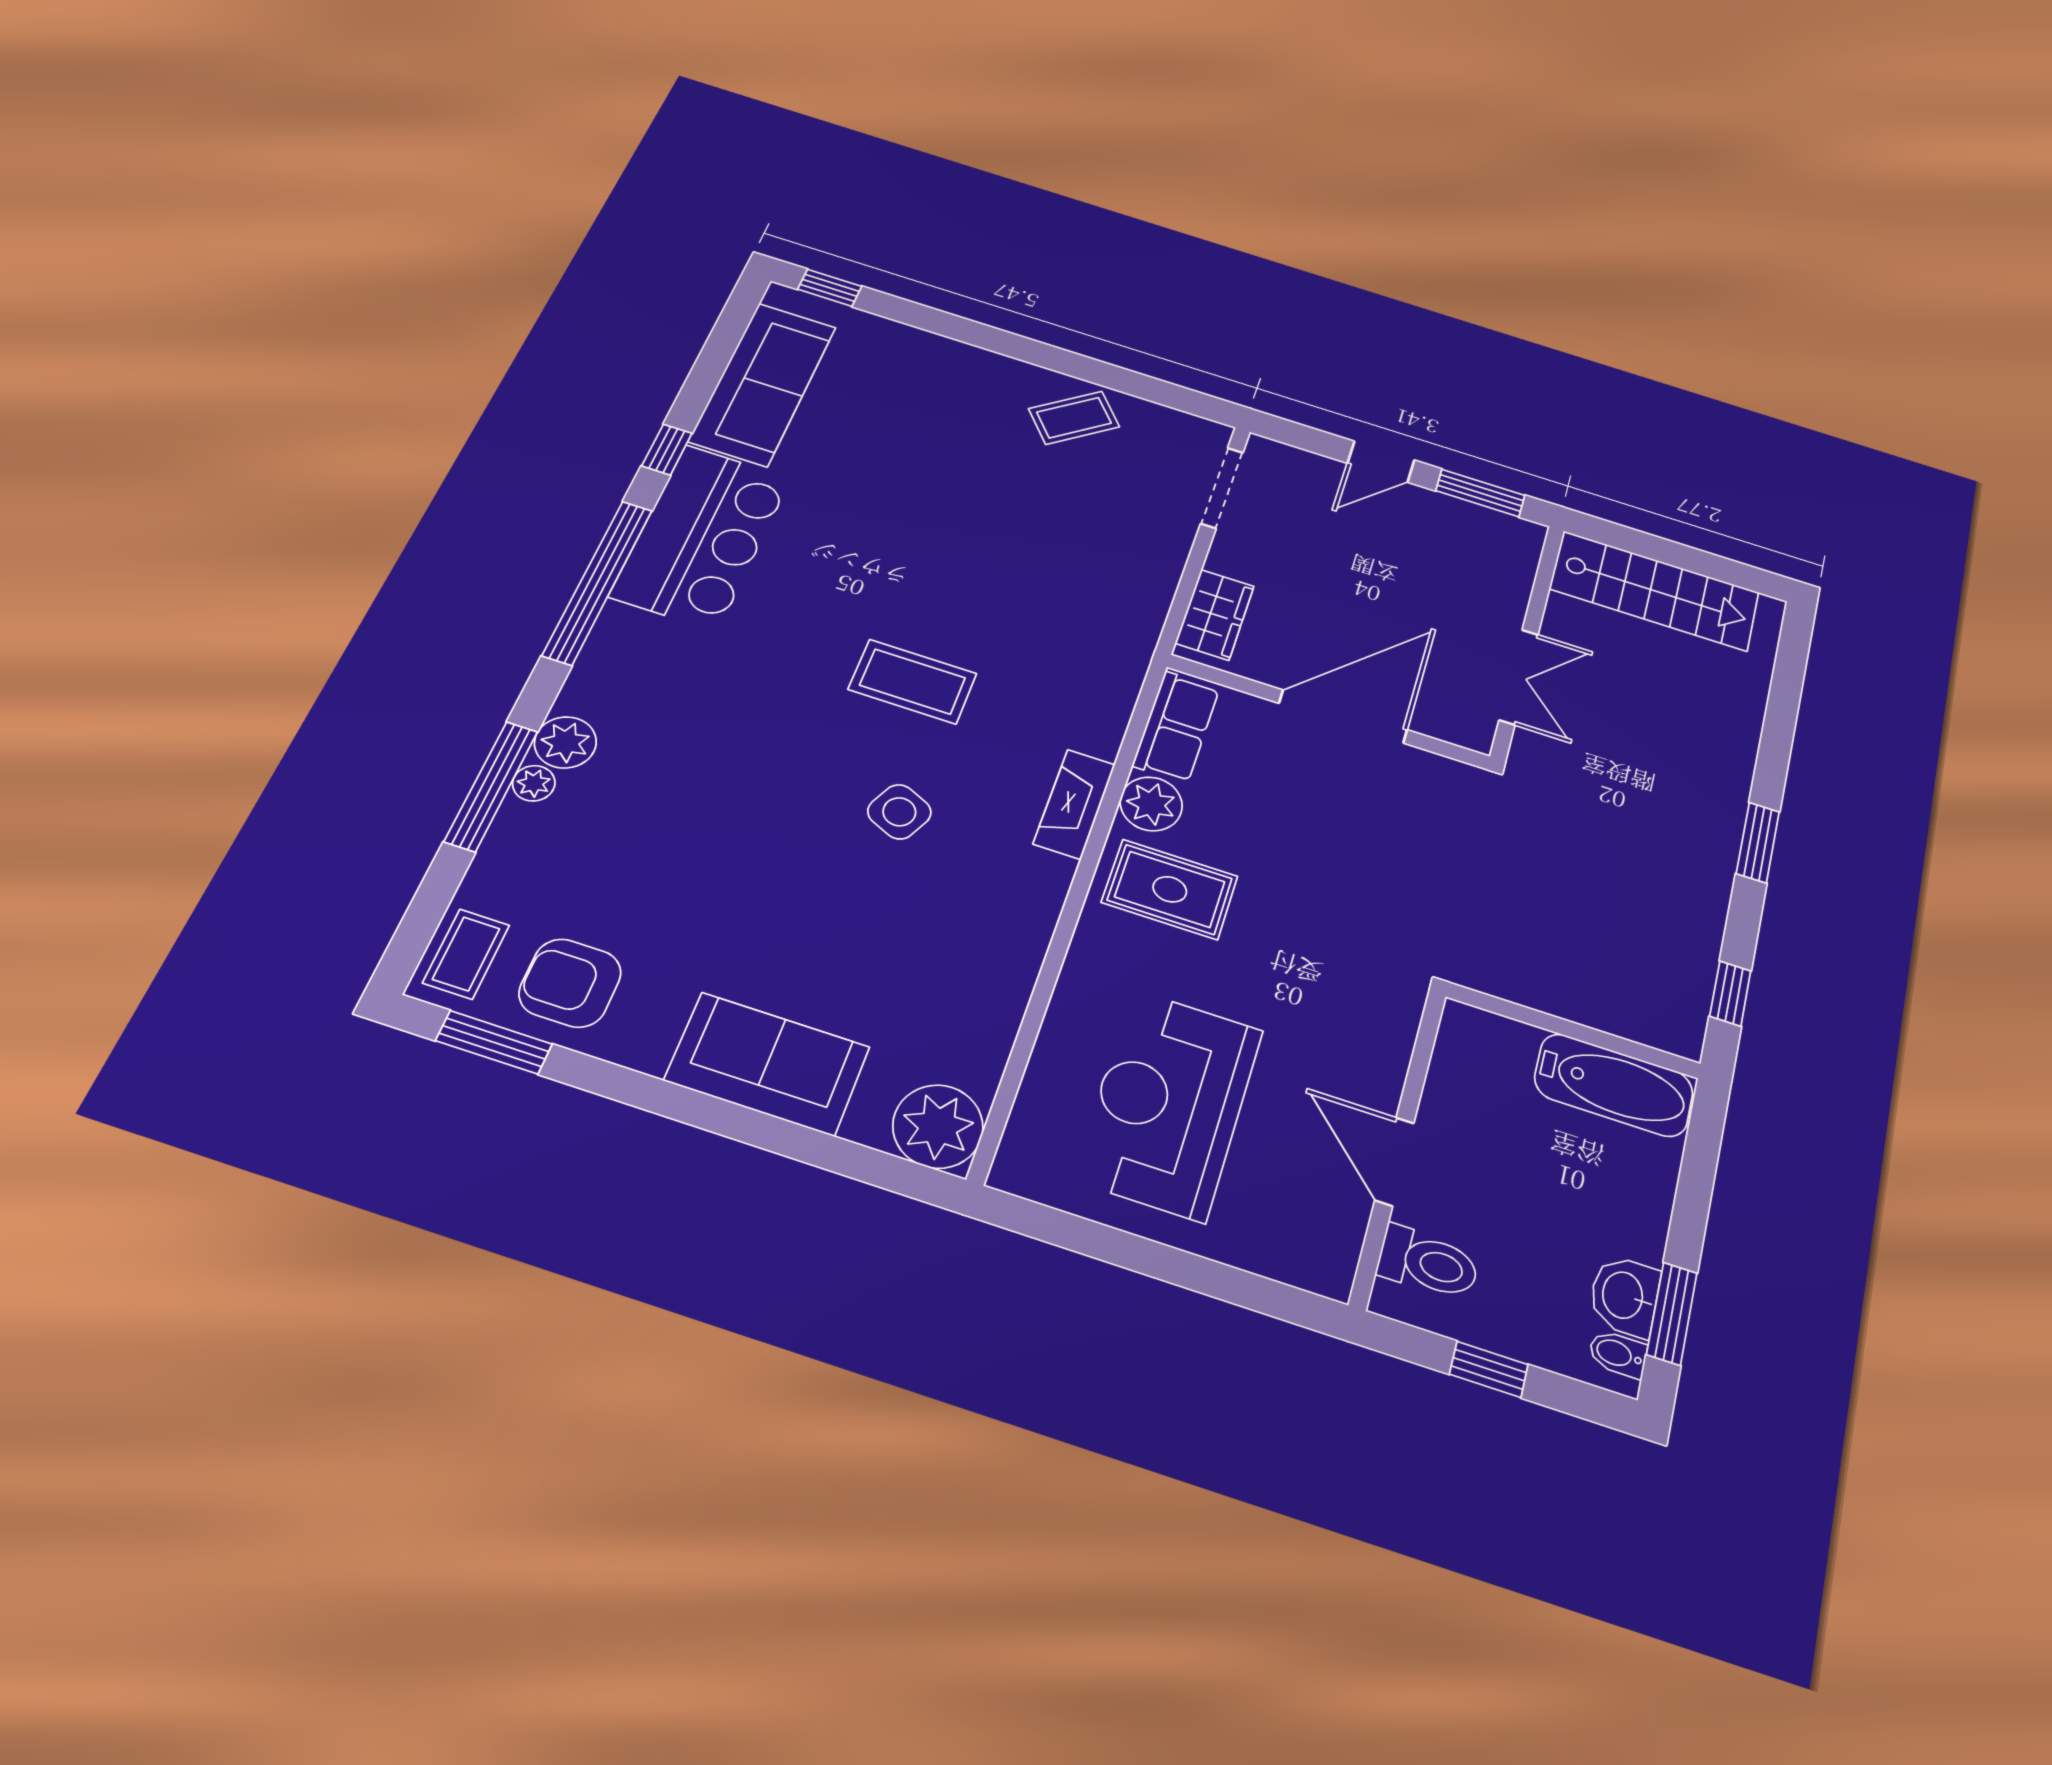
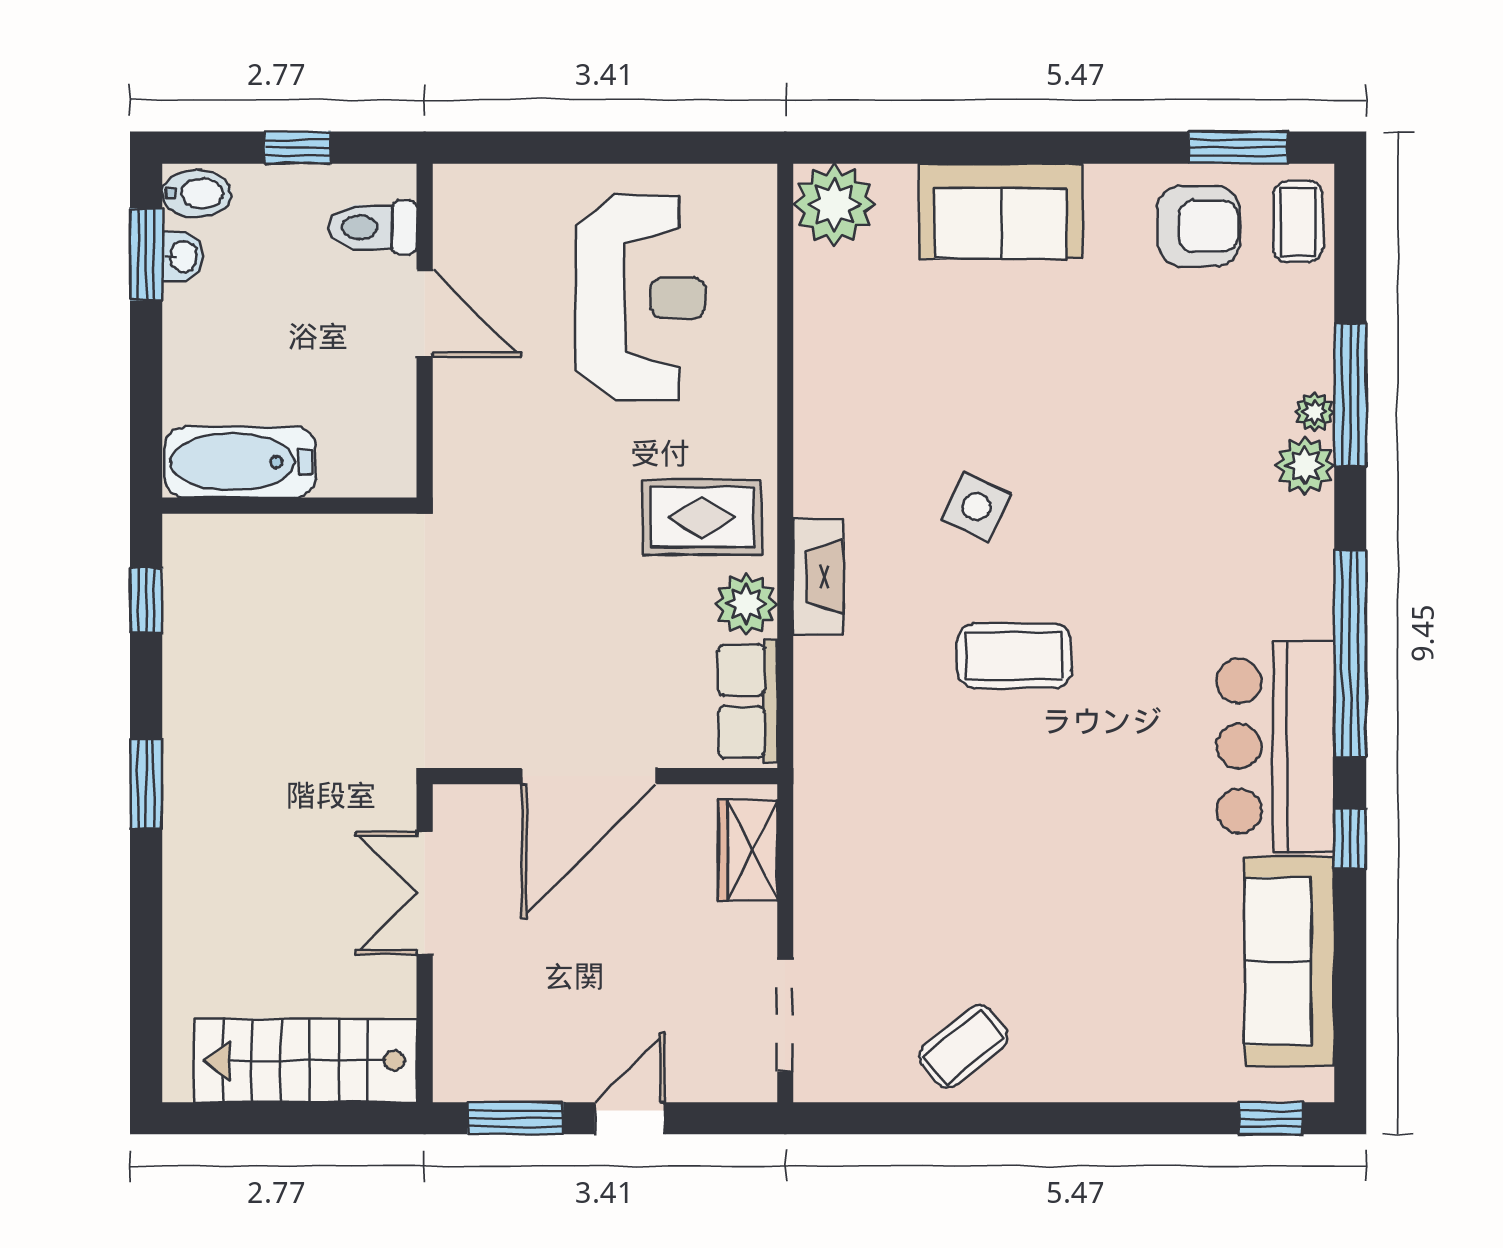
washbasin: (1624, 1296) -> (182, 257), width x0.72, depth x0.69
bidet: (1618, 1354) -> (197, 194), width x1.38, depth x1.36

